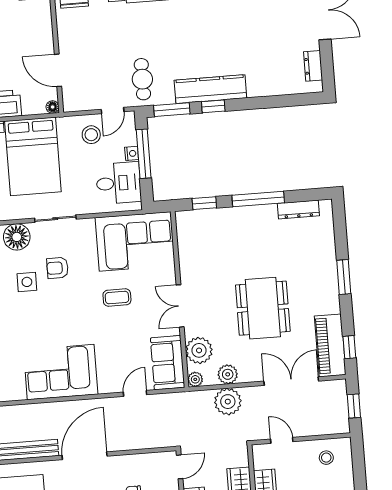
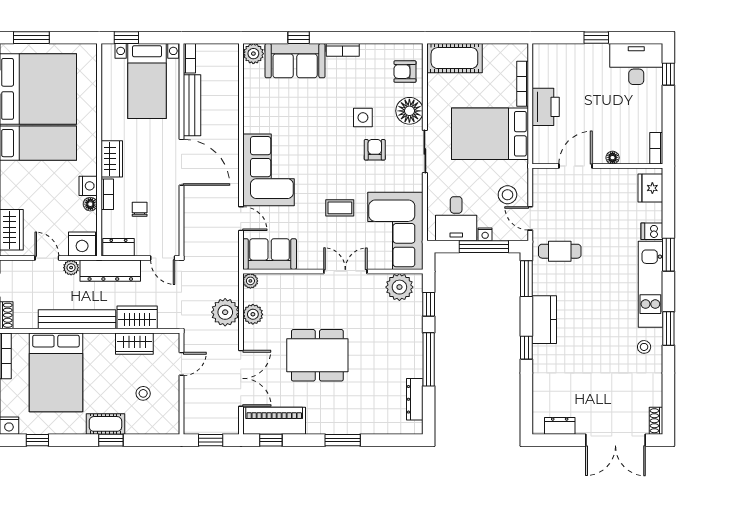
kitchen counter: (210, 89) -> (544, 320), width x0.67
window: (213, 106) -> (526, 348), moved
floor lamp: (53, 107) -> (613, 158), moved
coffee table: (117, 298) -> (340, 208), turned 90
double door: (180, 306) -> (345, 271), moved
plant: (199, 350) -> (399, 287), moved
corner sofa: (61, 372) -> (269, 170), moved
stool: (326, 458) -> (143, 393), moved

